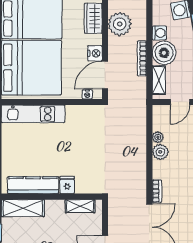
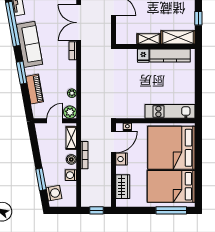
plant: (120, 24) -> (102, 182), removed
boiler: (164, 53) -> (71, 159), width x0.54, depth x0.54
plant: (160, 152) -> (70, 112), moved
shelving: (80, 206) -> (149, 39), moved

